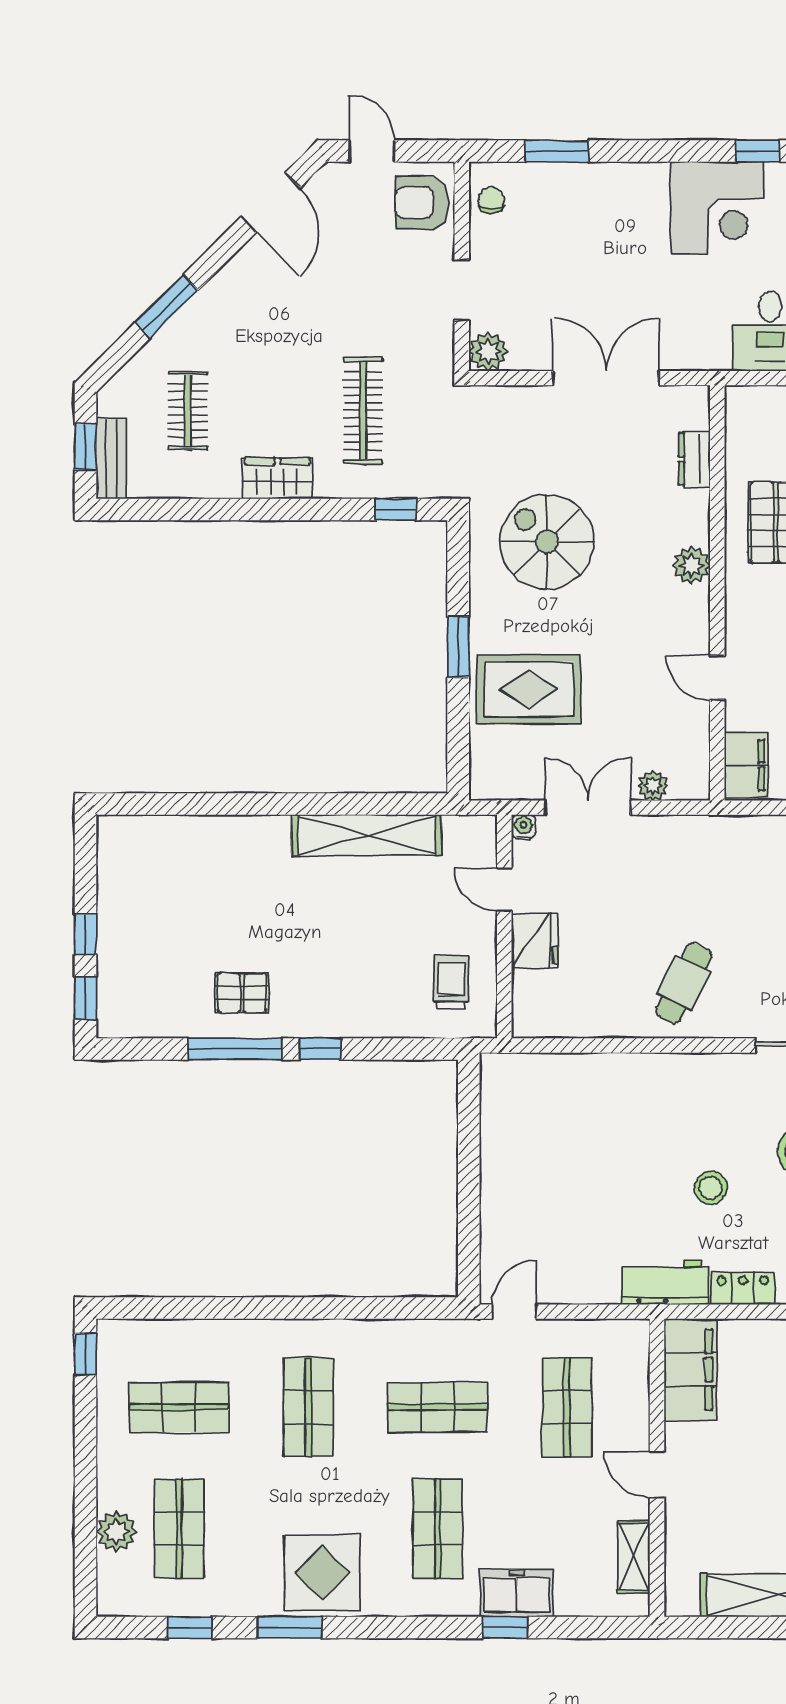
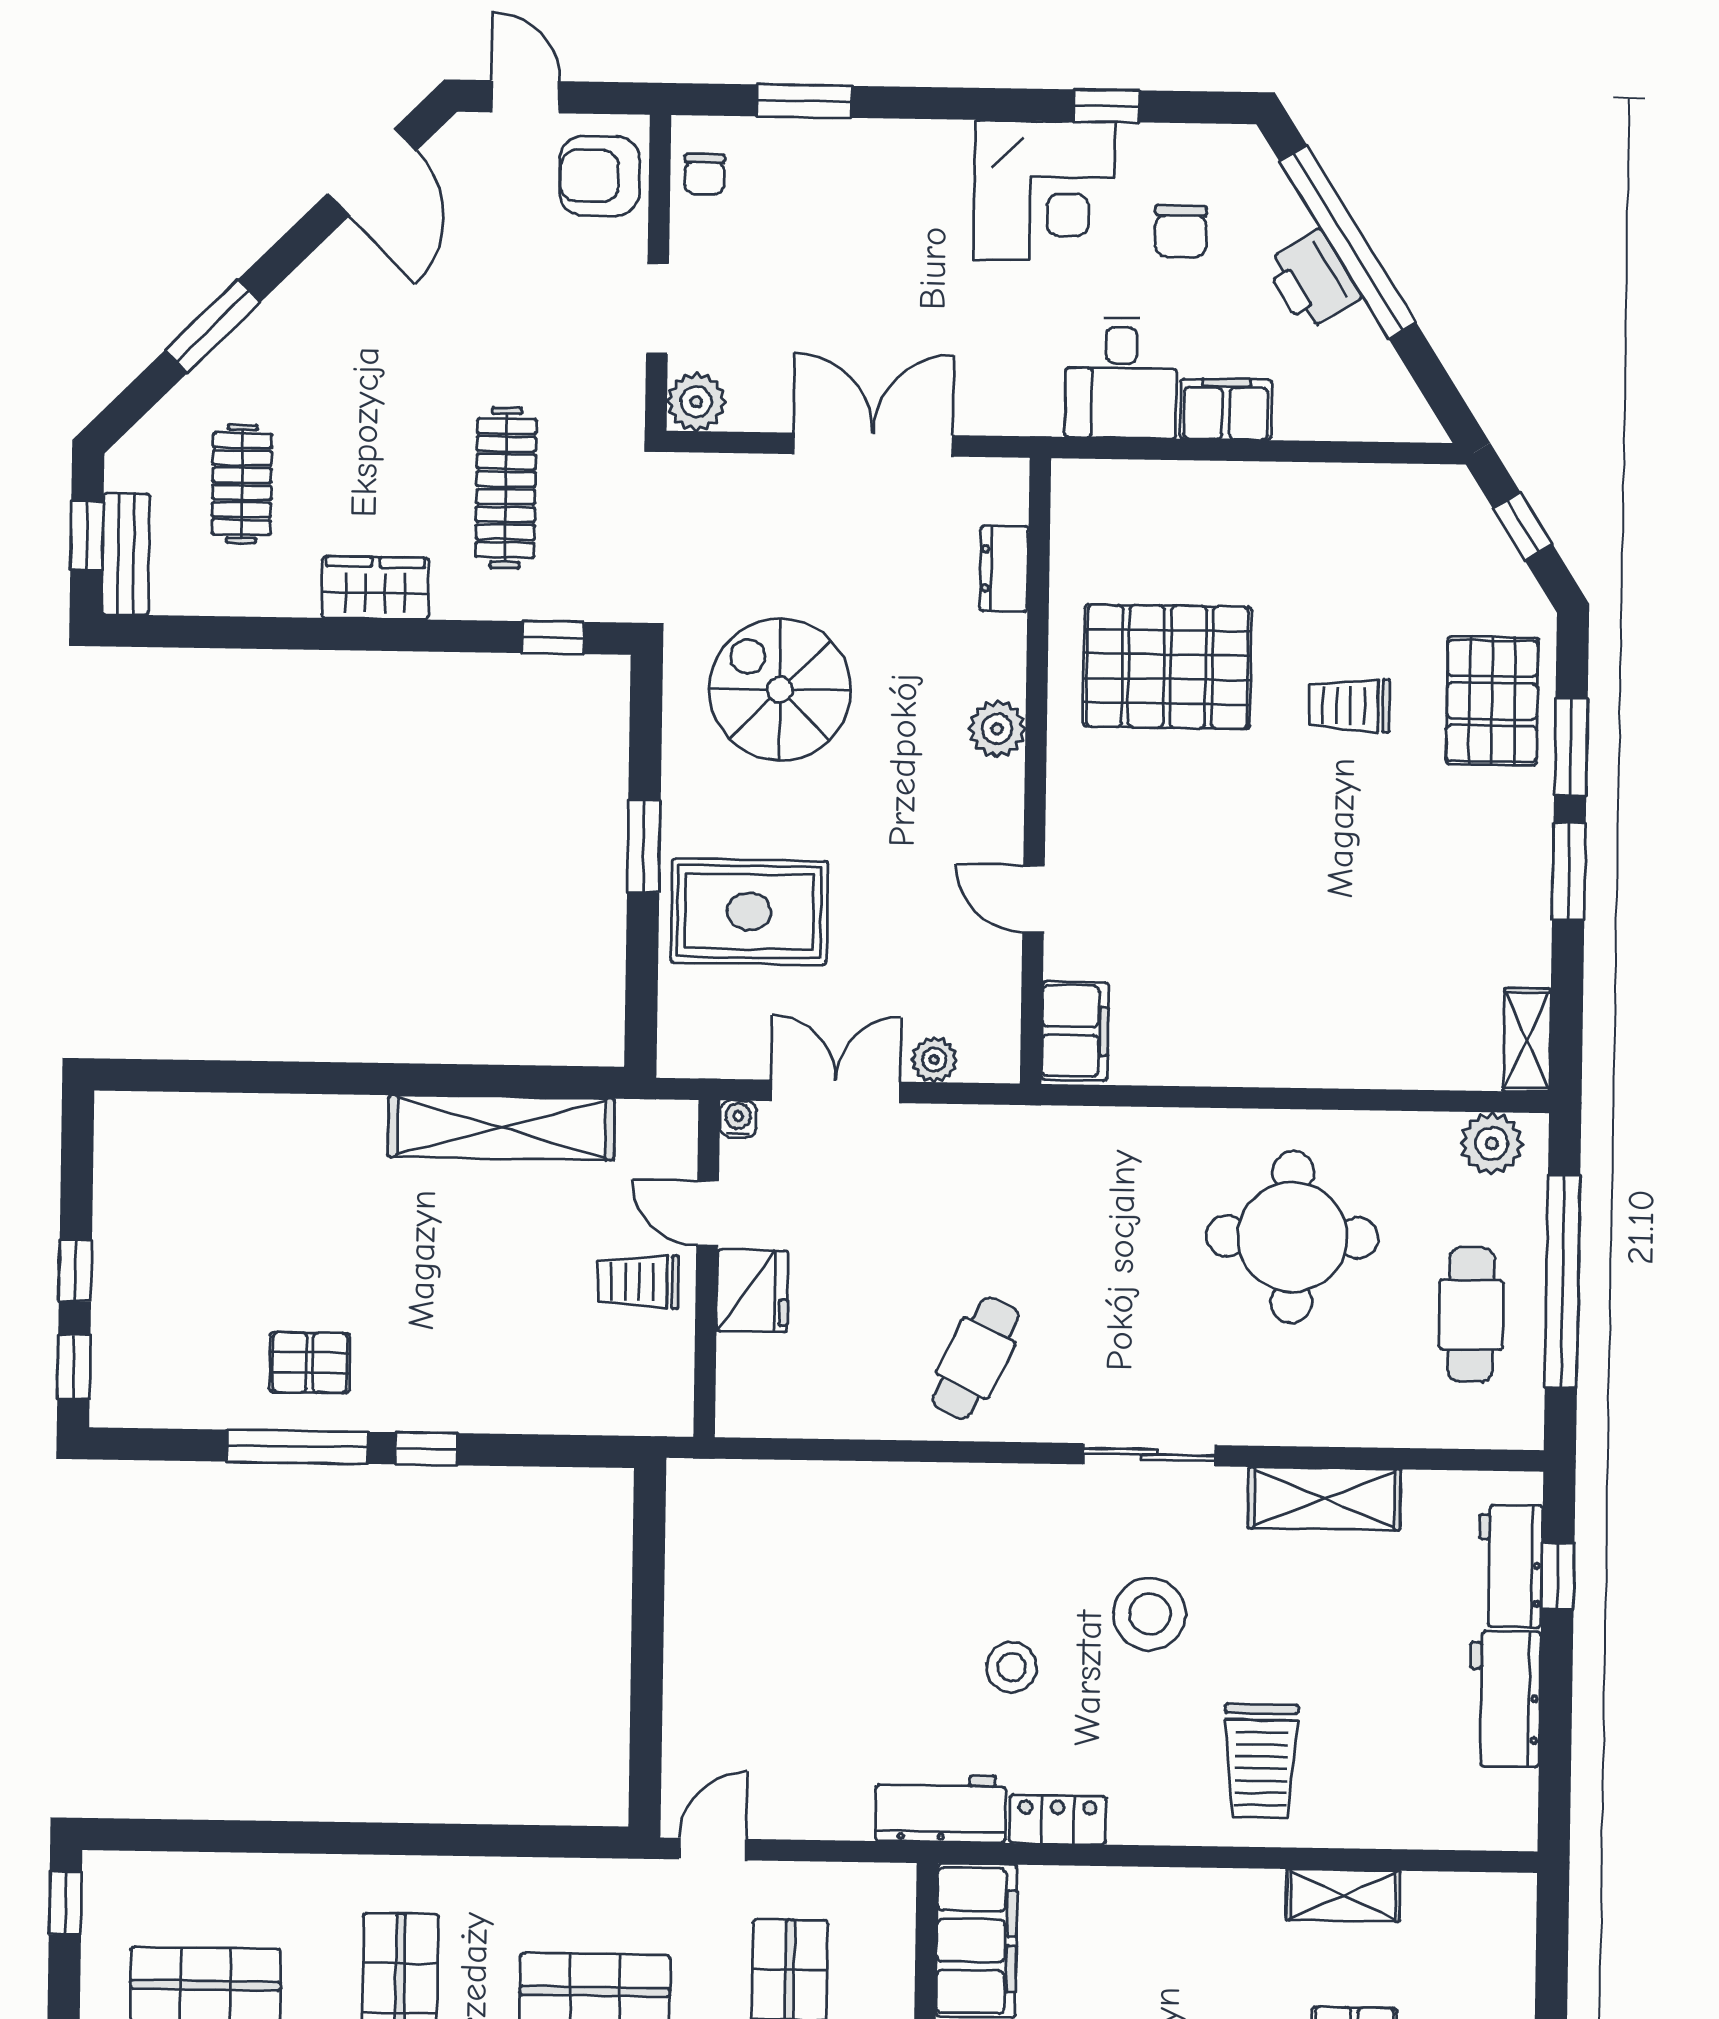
chair: (491, 200) -> (704, 174), turned 180
trolley: (451, 983) -> (638, 1282), moved, turned -90

